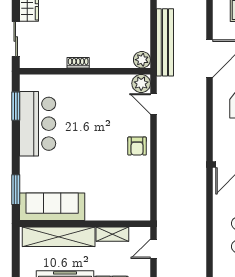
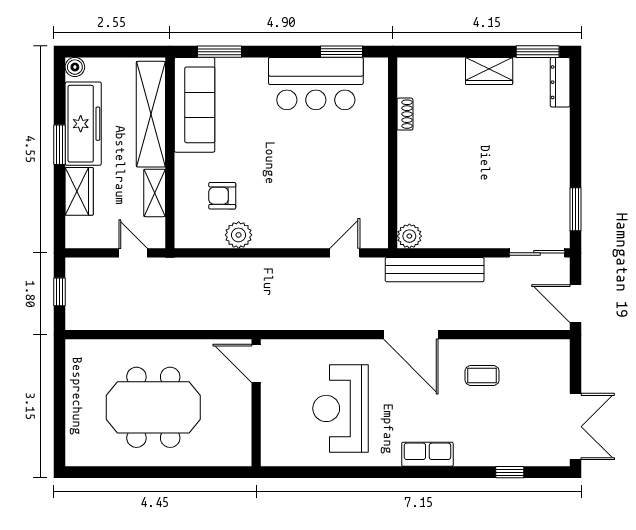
sliding door: (16, 39) -> (440, 52), removed
shoe rack: (78, 63) -> (405, 114), moved
plant: (141, 83) -> (239, 235), moved
armchair: (137, 146) -> (222, 196), moved

